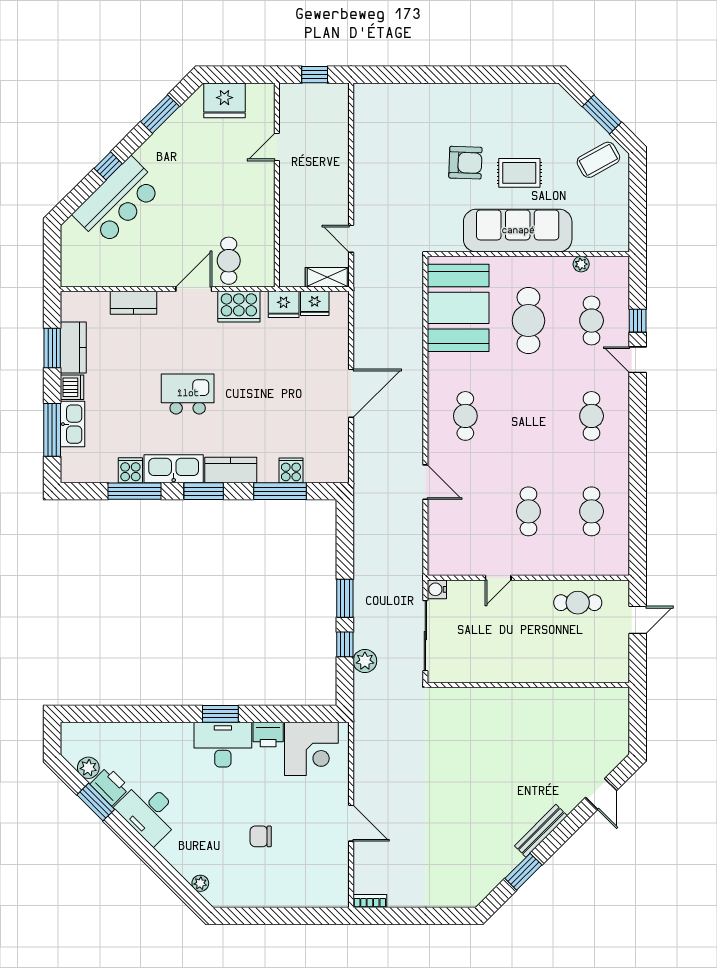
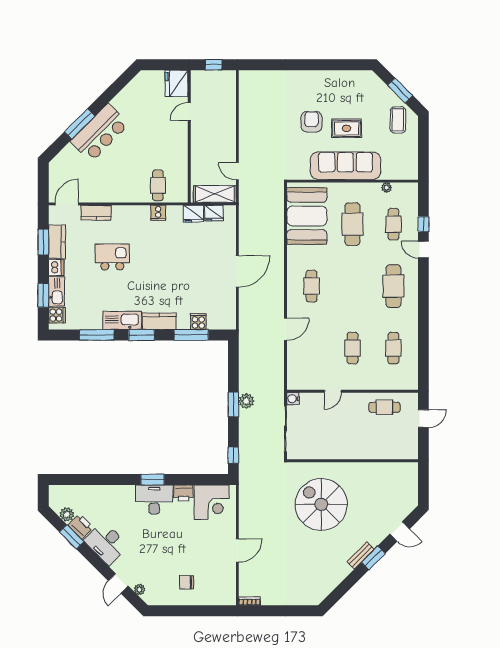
fridge: (224, 100) -> (177, 83), moved, turned 90
window: (160, 114) -> (113, 90), removed
coffee table: (598, 160) -> (398, 120), turned -61
armchair: (465, 163) -> (312, 122), turned -92
window: (108, 166) -> (80, 124), width x2.17
bar counter: (118, 201) -> (100, 133), moved
shelving: (327, 277) -> (215, 194), width x1.50, depth x1.33
door: (194, 289) -> (67, 204), moved
cooker: (239, 307) -> (158, 213), width x0.53, depth x0.76
kitchen island: (188, 394) -> (112, 257), moved
cafe table: (592, 416) -> (393, 286), width x1.37, depth x1.35
window: (52, 430) -> (43, 295), width x0.69
cooker: (130, 470) -> (57, 315), moved, turned 90
door: (425, 482) -> (286, 329), hinge flipped
window: (345, 644) -> (233, 455), moved
plant: (365, 661) -> (246, 401), moved
spiral stairs: (480, 752) -> (321, 504), added
door: (601, 794) -> (400, 532), hinge flipped
door: (351, 823) -> (237, 550), hinge flipped
bench: (541, 831) -> (361, 555), width x0.73
chair: (261, 836) -> (187, 582), moved
window: (523, 872) -> (373, 558), moved
door: (168, 874) -> (118, 583), added

